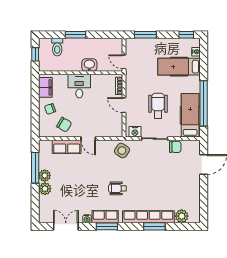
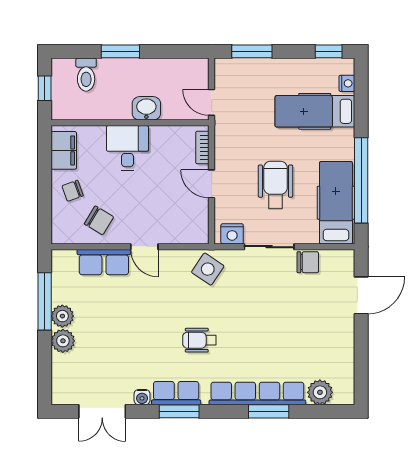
double door: (66, 226) -> (102, 411), swing flipped

